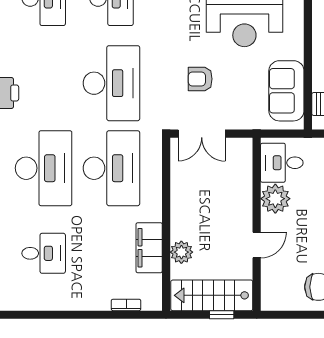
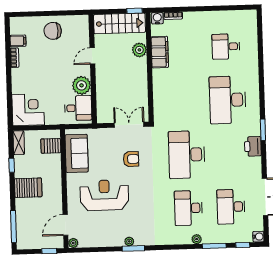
desk: (111, 168) -> (185, 101), removed
water cooler: (151, 302) -> (157, 18), added
window: (222, 315) -> (134, 11), moved

